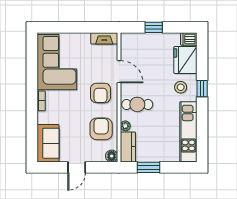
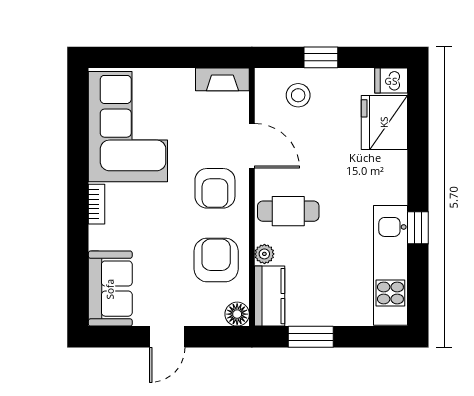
stool: (181, 87) -> (298, 95), moved
window: (202, 89) -> (418, 228), moved

